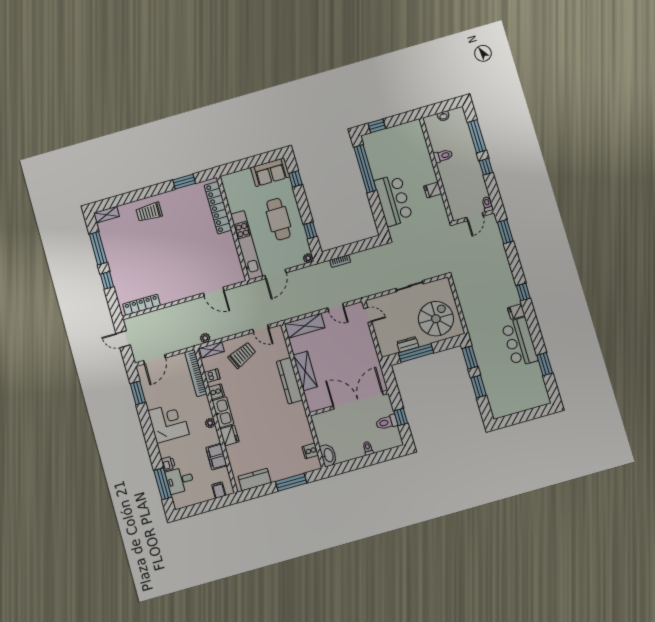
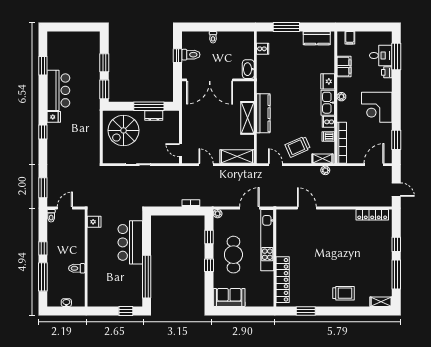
window: (295, 179) -> (209, 265), moved
fridge: (433, 190) -> (94, 222), moved
washbasin: (328, 455) -> (248, 69), moved

